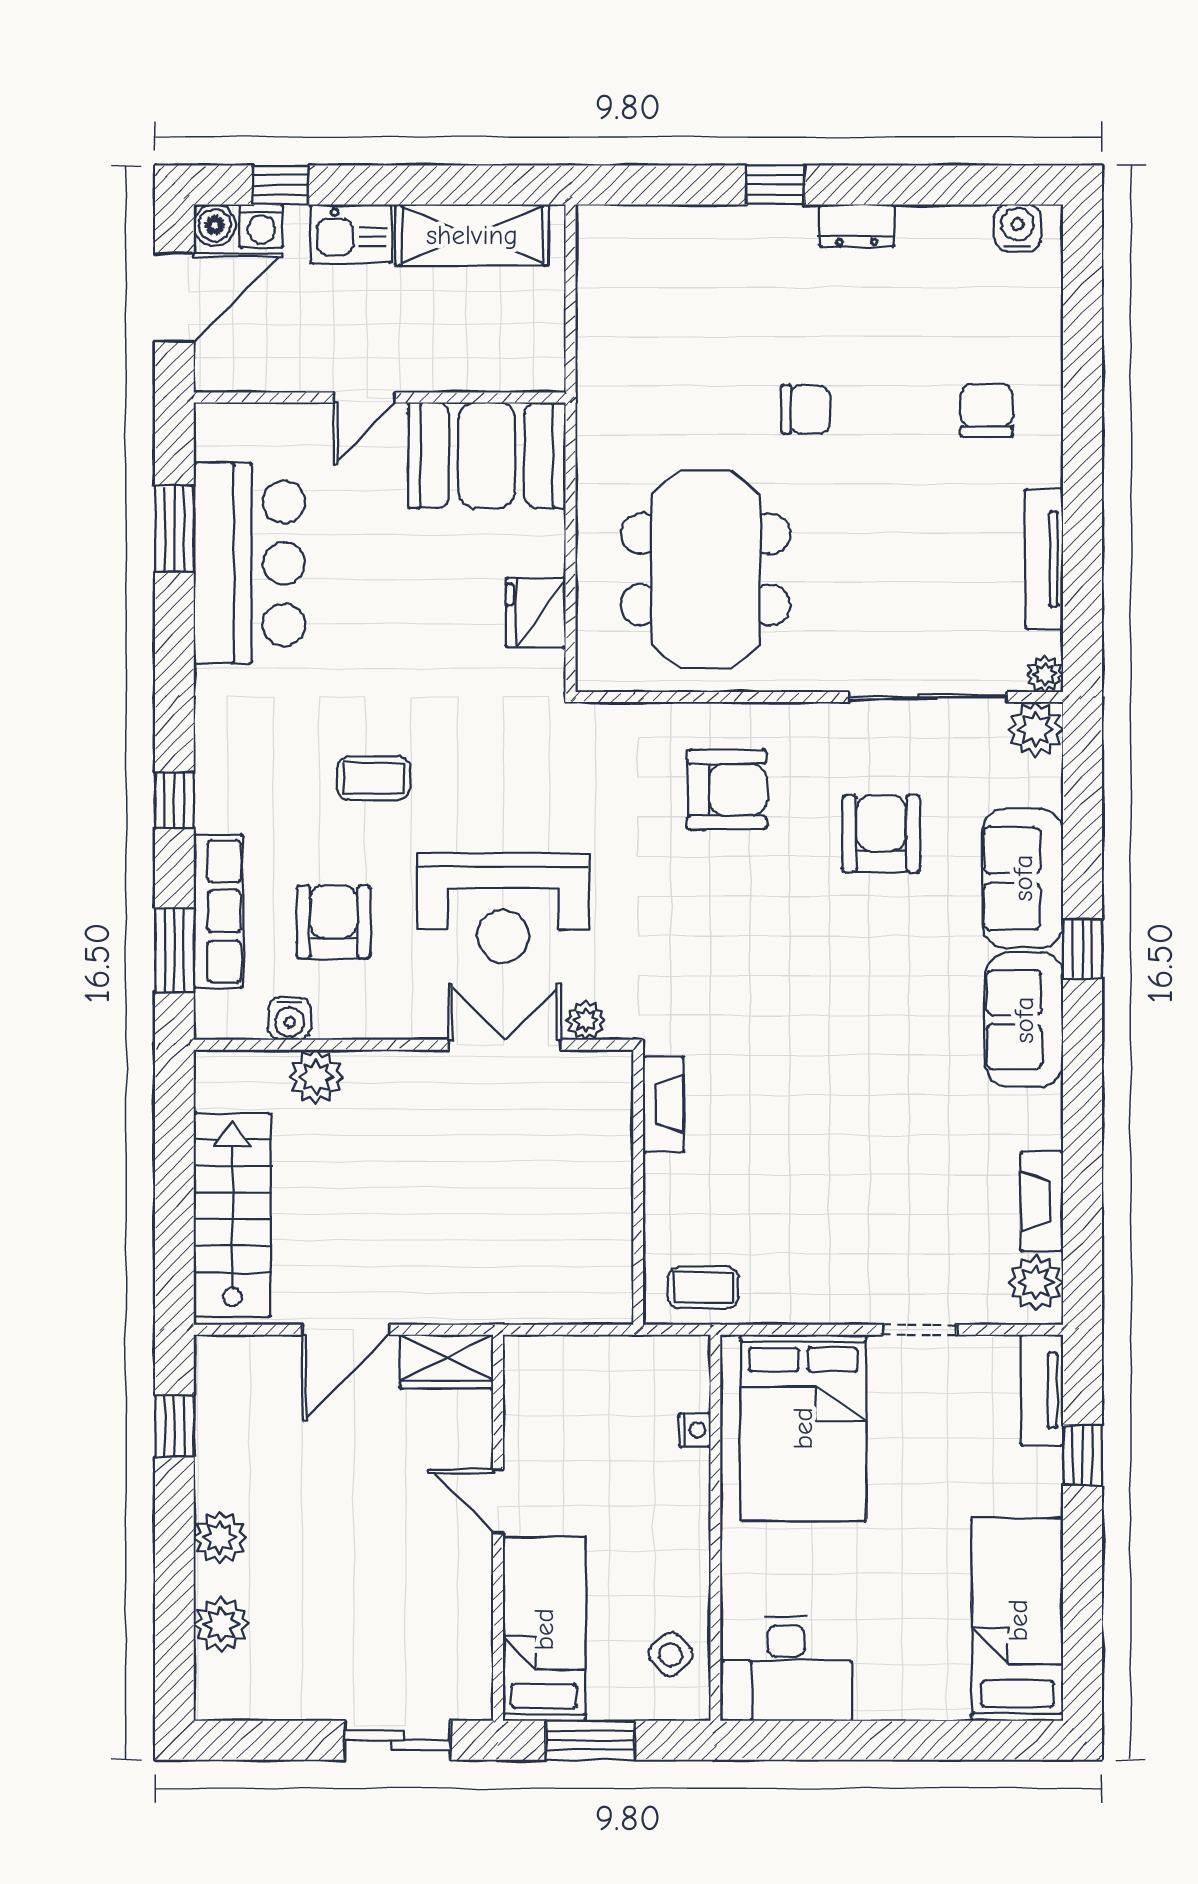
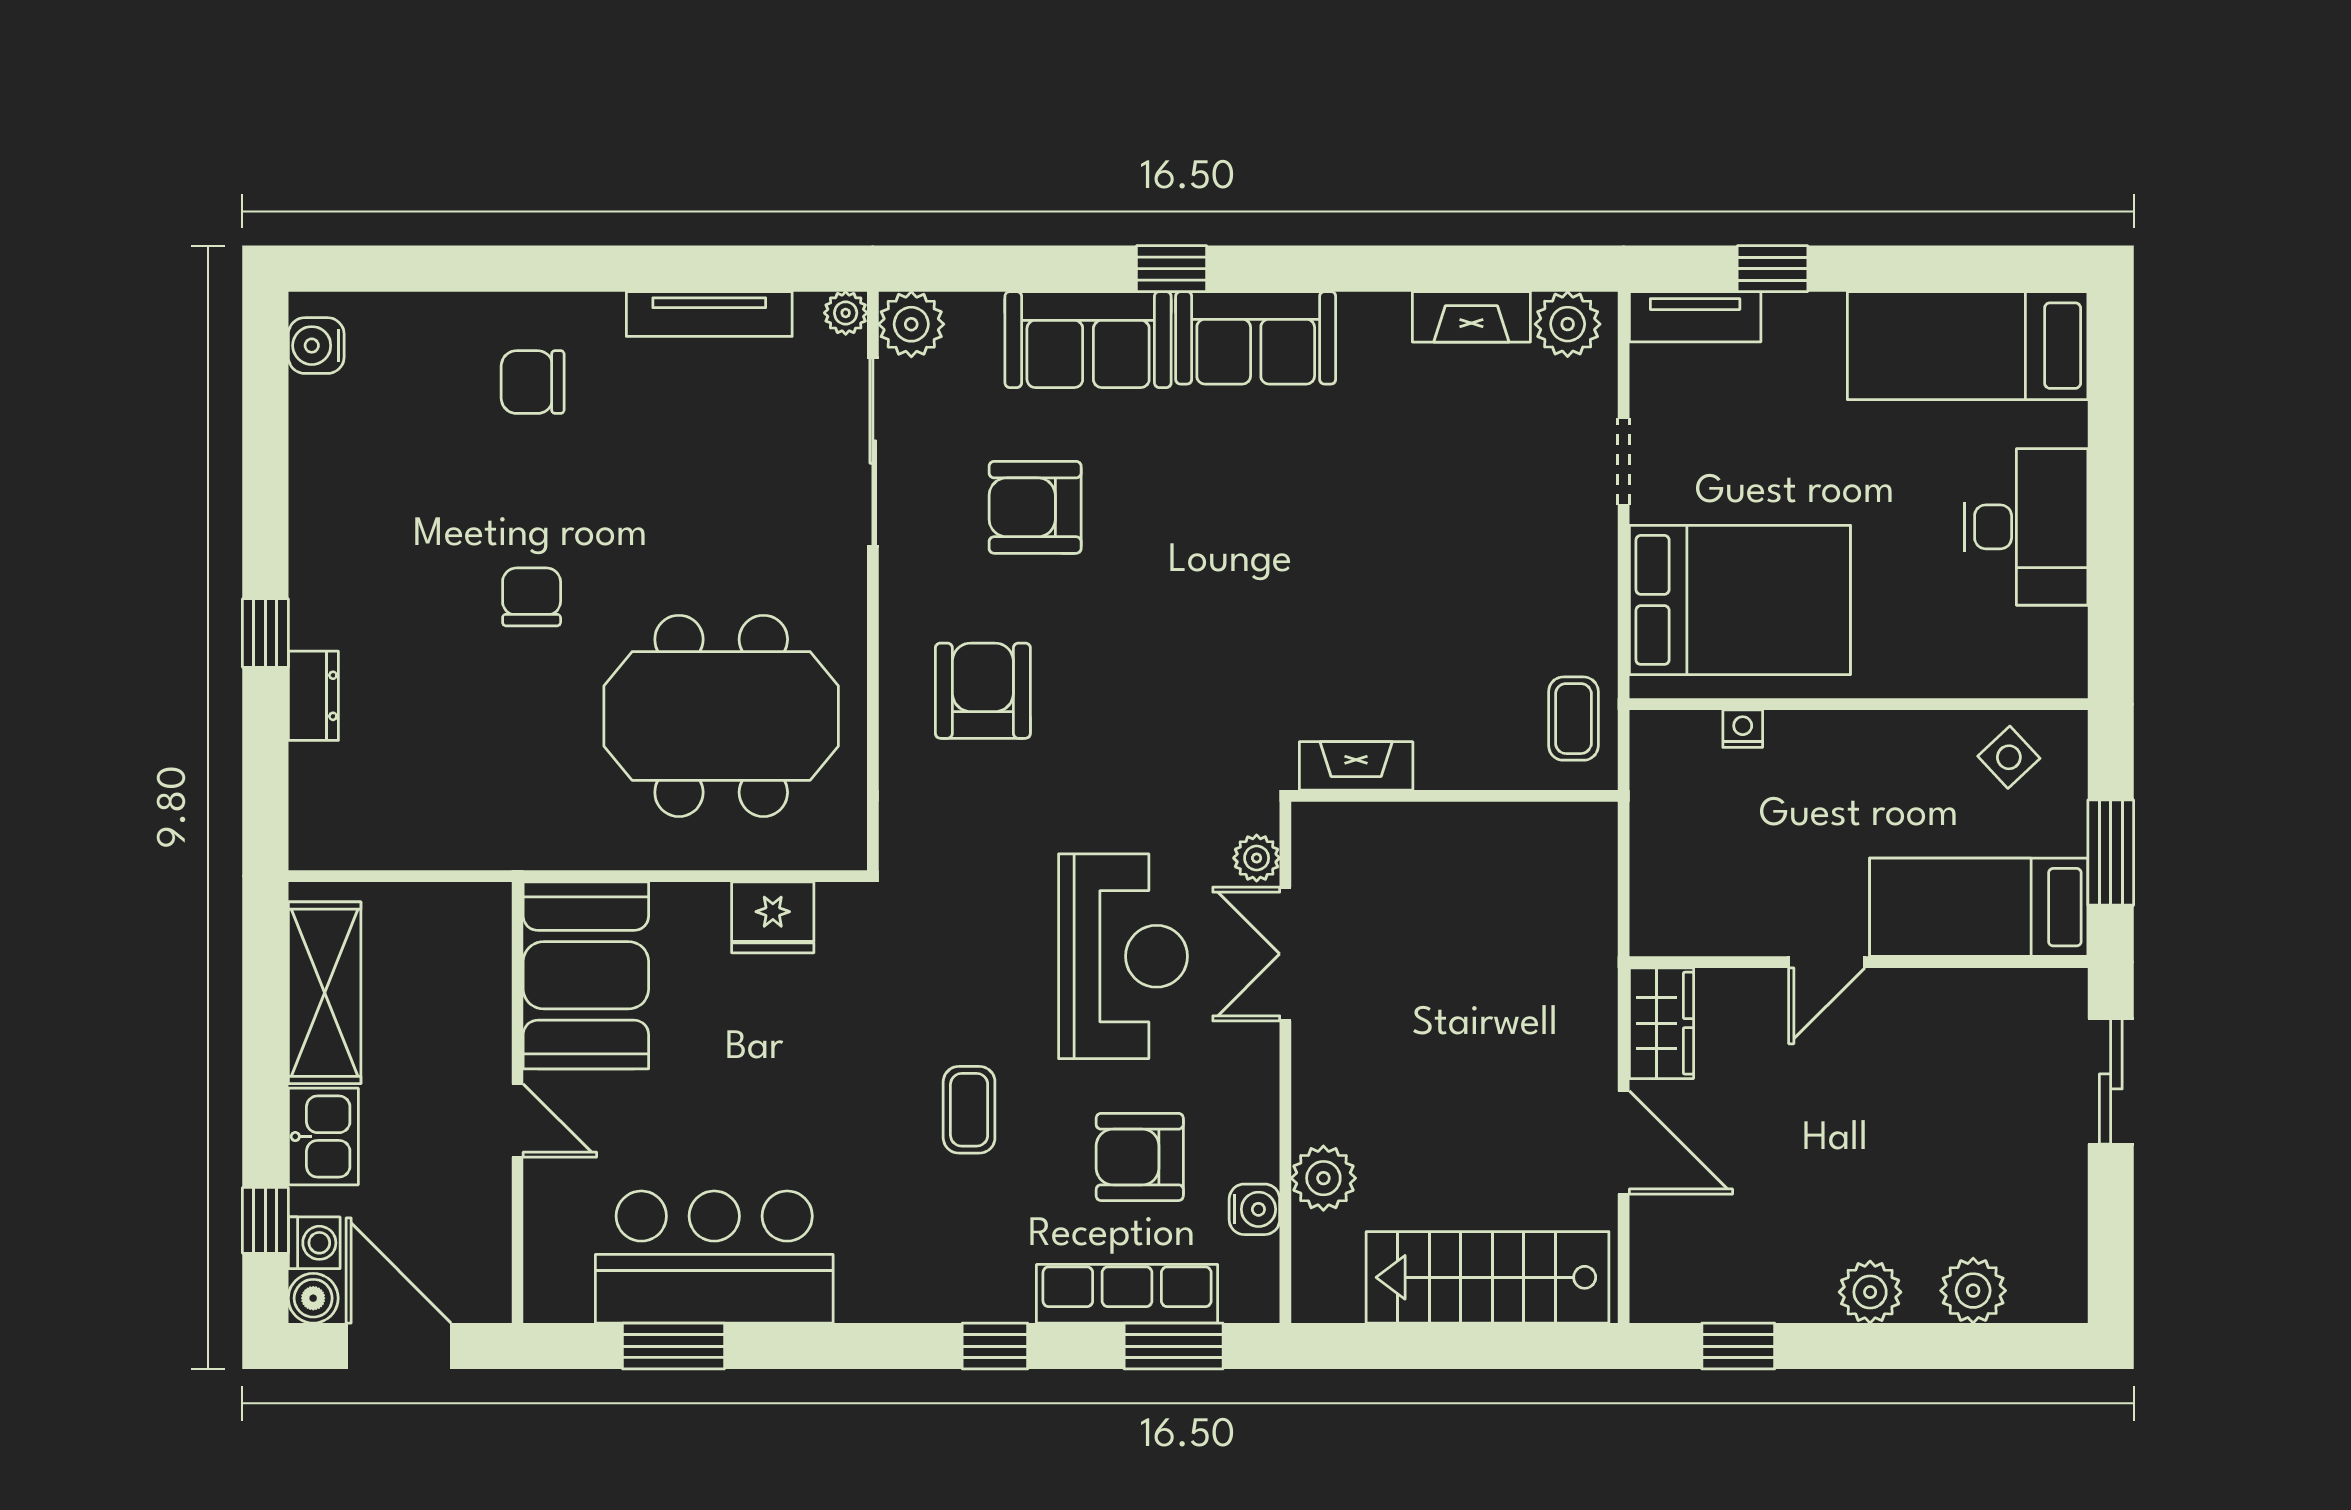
dresser: (857, 225) -> (313, 696), moved
desk: (786, 1669) -> (2026, 527), moved

